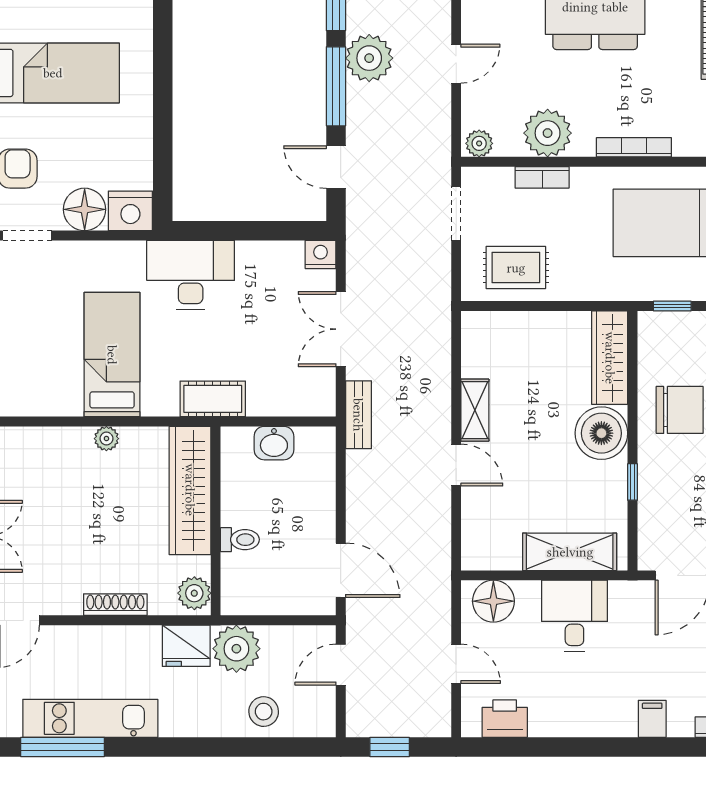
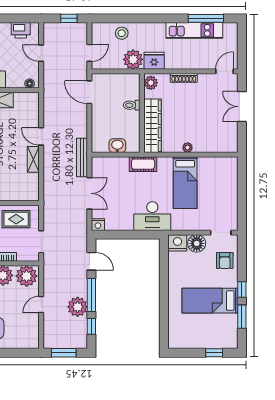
plant: (479, 143) -> (27, 276), width x1.88, depth x1.88
bench: (358, 415) -> (82, 157), width x1.36
floor lamp: (493, 601) -> (30, 84), width x0.53, depth x0.53

